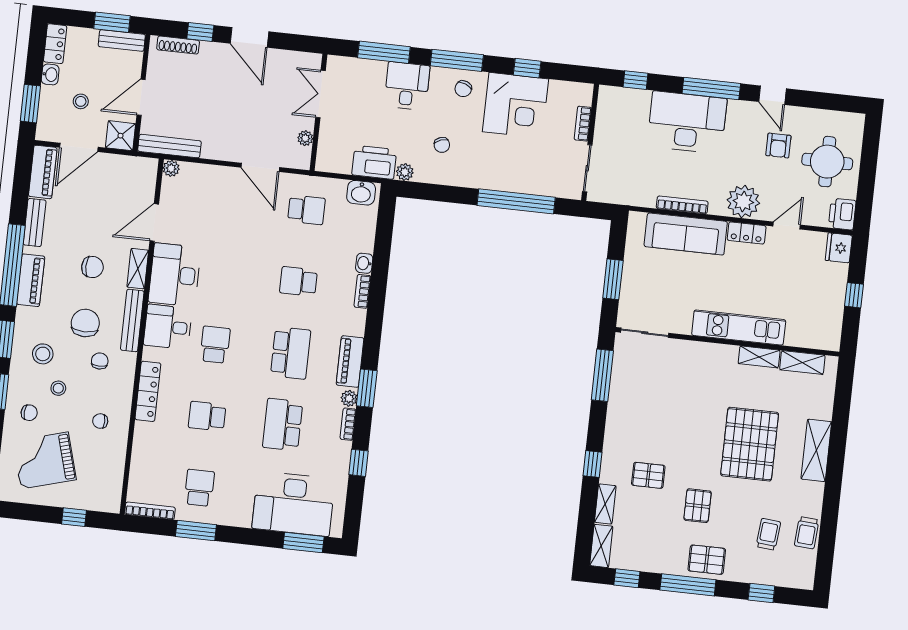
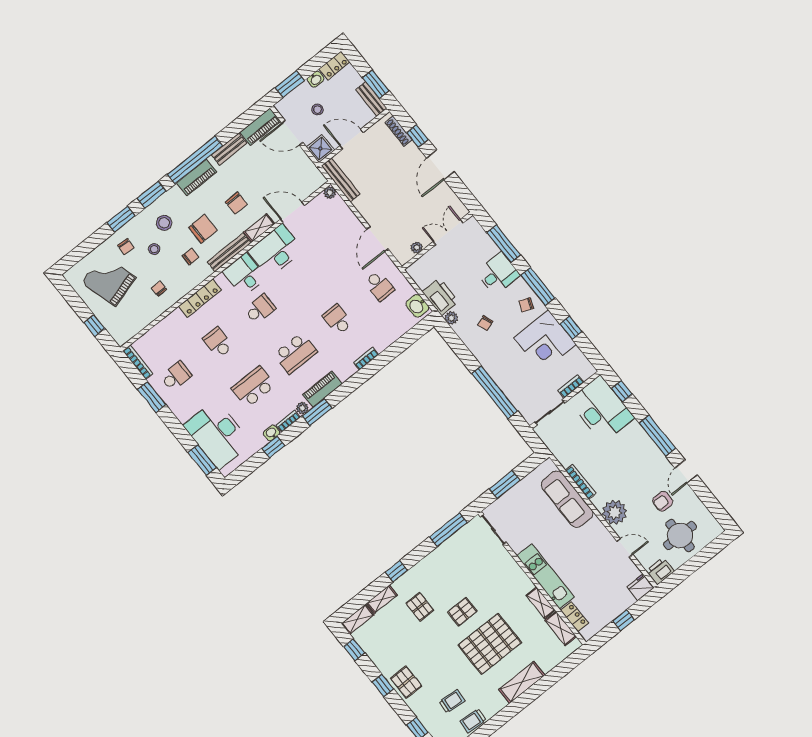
desk: (687, 122) -> (601, 409), moved
locker: (747, 233) -> (574, 617), moved, turned 180
washbasin: (364, 263) -> (271, 433), moved
pallet: (698, 506) -> (462, 612), moved
window: (688, 585) -> (383, 686), width x0.46

